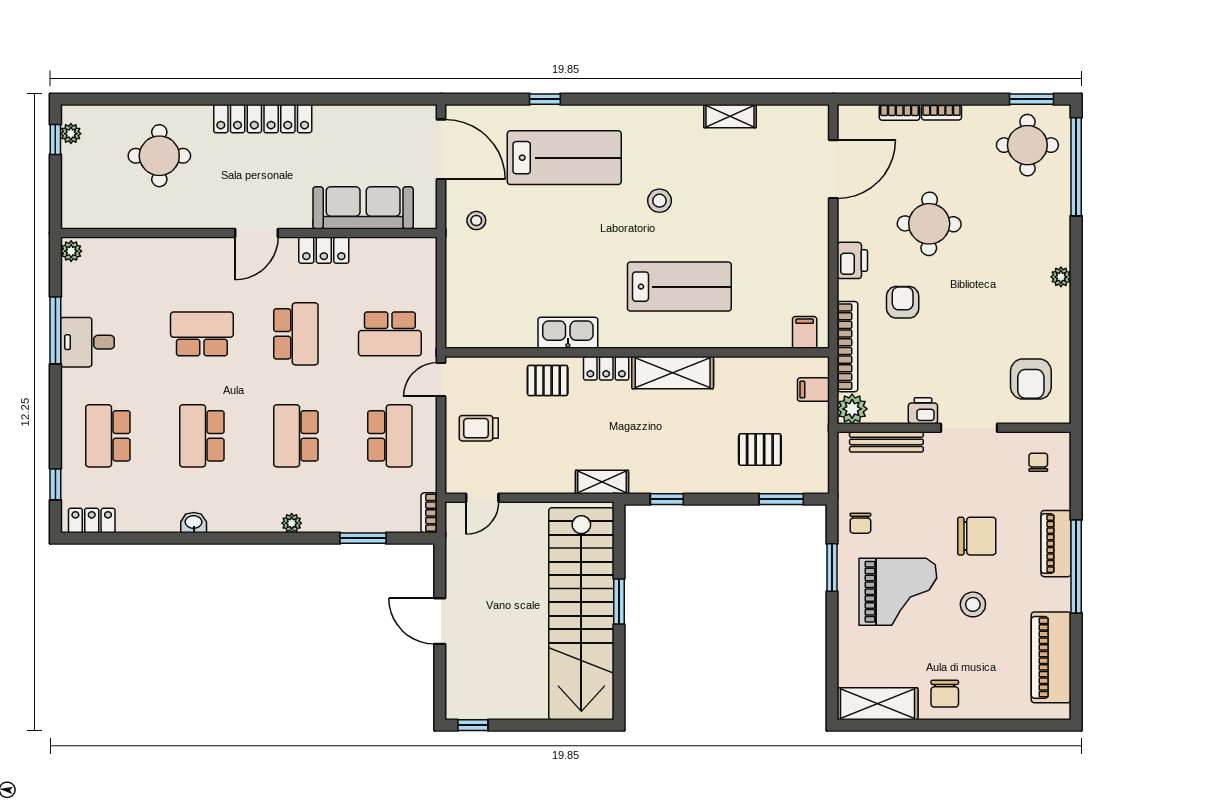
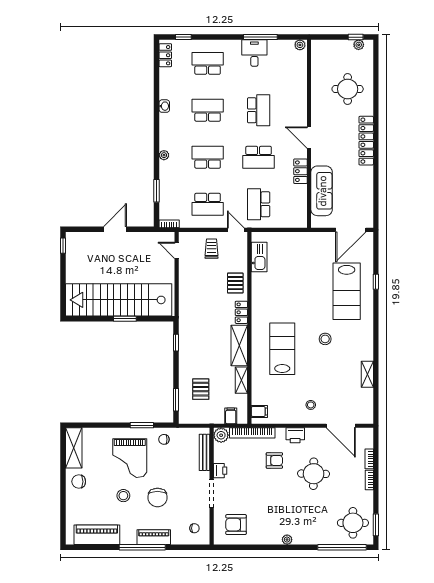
stool: (476, 221) -> (311, 405), moved
lab bench: (679, 287) -> (282, 349), turned 180
kitchen sink: (568, 333) -> (259, 257), moved
shelving: (602, 482) -> (241, 380), moved

